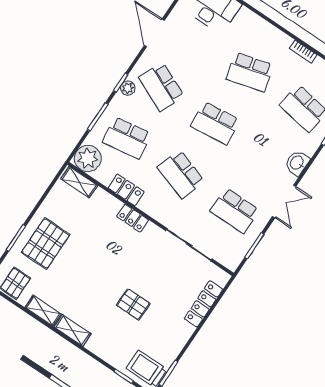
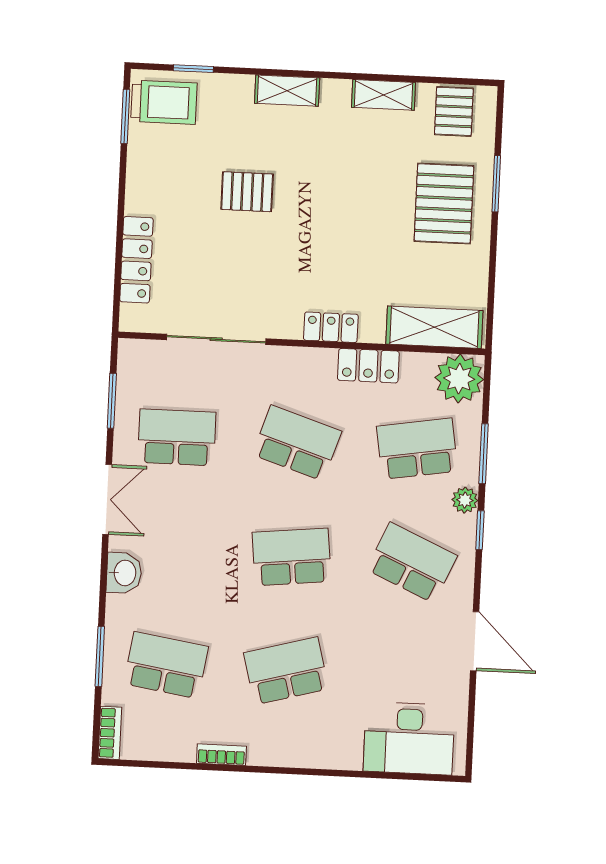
plant: (128, 88) -> (465, 500), moved
shelving: (79, 182) -> (434, 327), width x1.50, depth x1.33
double door: (284, 201) -> (107, 499), swing flipped
shelving: (73, 330) -> (287, 91), moved

